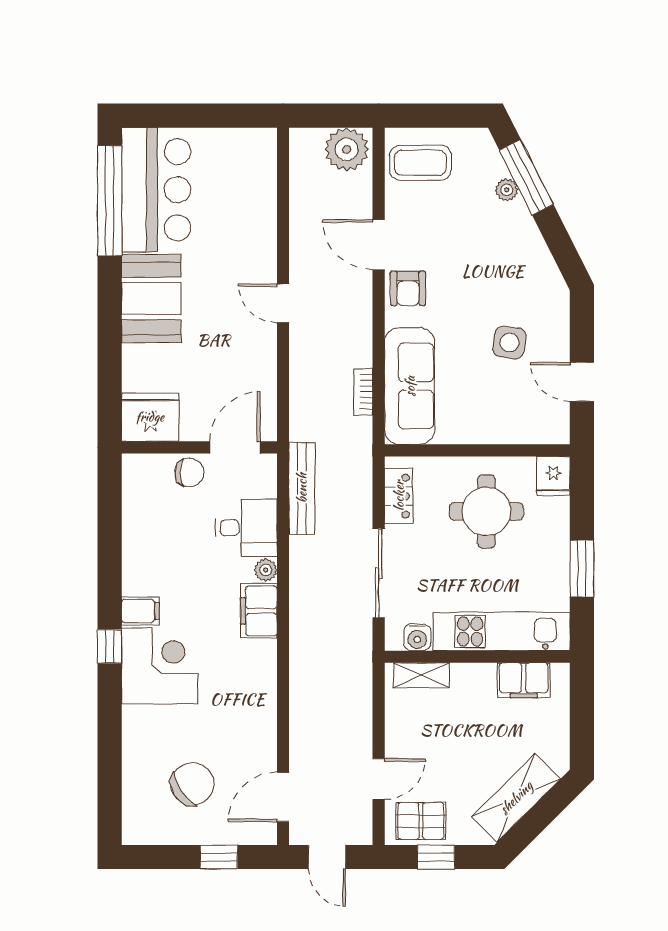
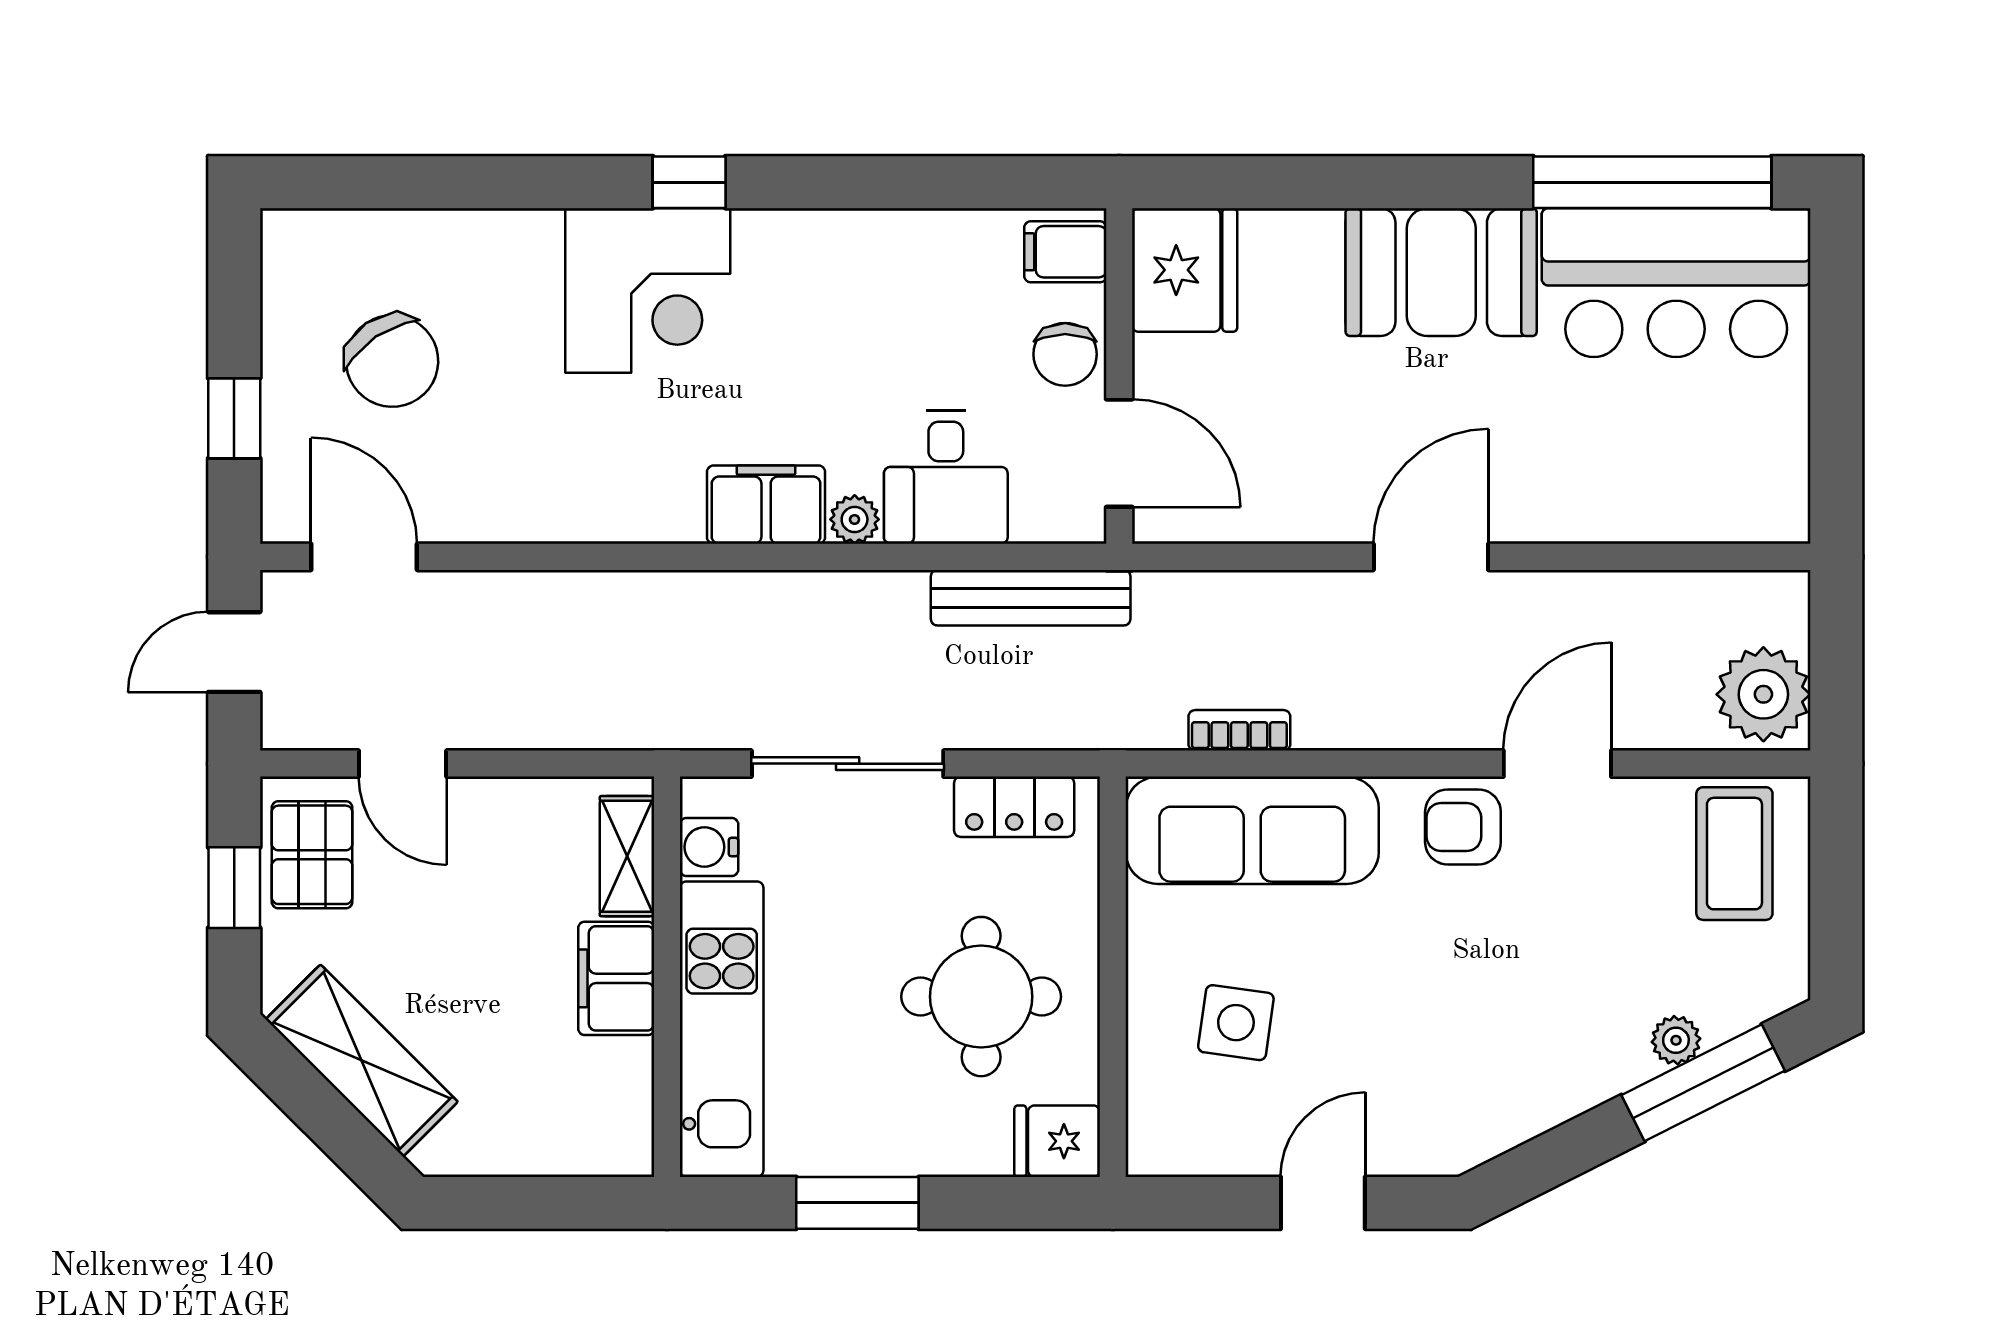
door: (283, 303) -> (1431, 557), width x1.37
side table: (509, 343) -> (1236, 1023), moved
door: (582, 382) -> (1323, 1203), moved
filing cabinet: (141, 611) -> (1065, 252), moved, turned 90
filing cabinet: (524, 680) -> (616, 978), moved

